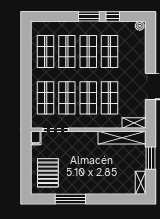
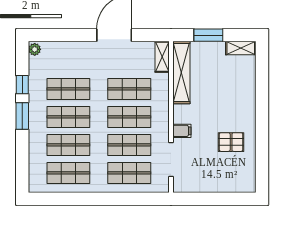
filing cabinet: (36, 138) -> (182, 131), moved
pallet: (48, 173) -> (231, 142), moved, width x0.67, depth x0.71
window: (70, 199) -> (262, 140), removed

